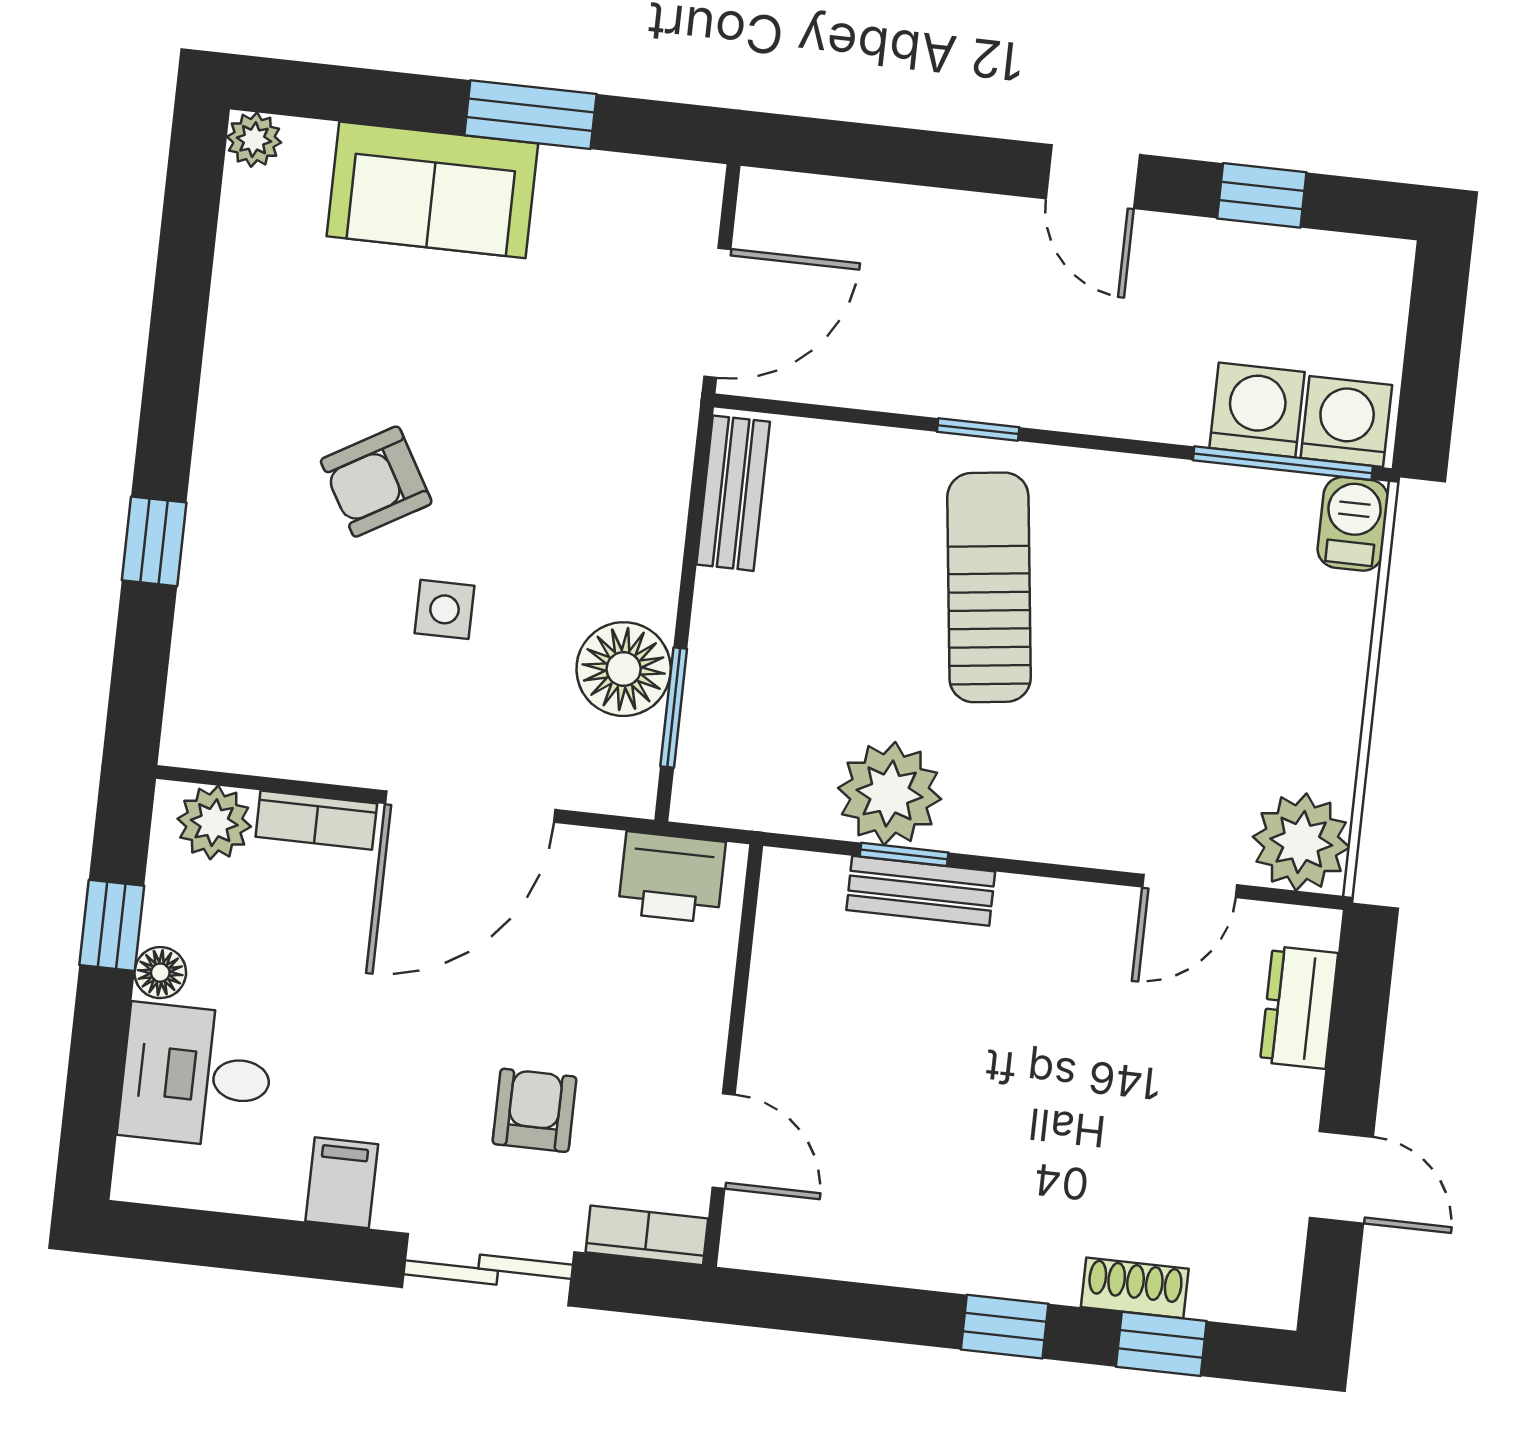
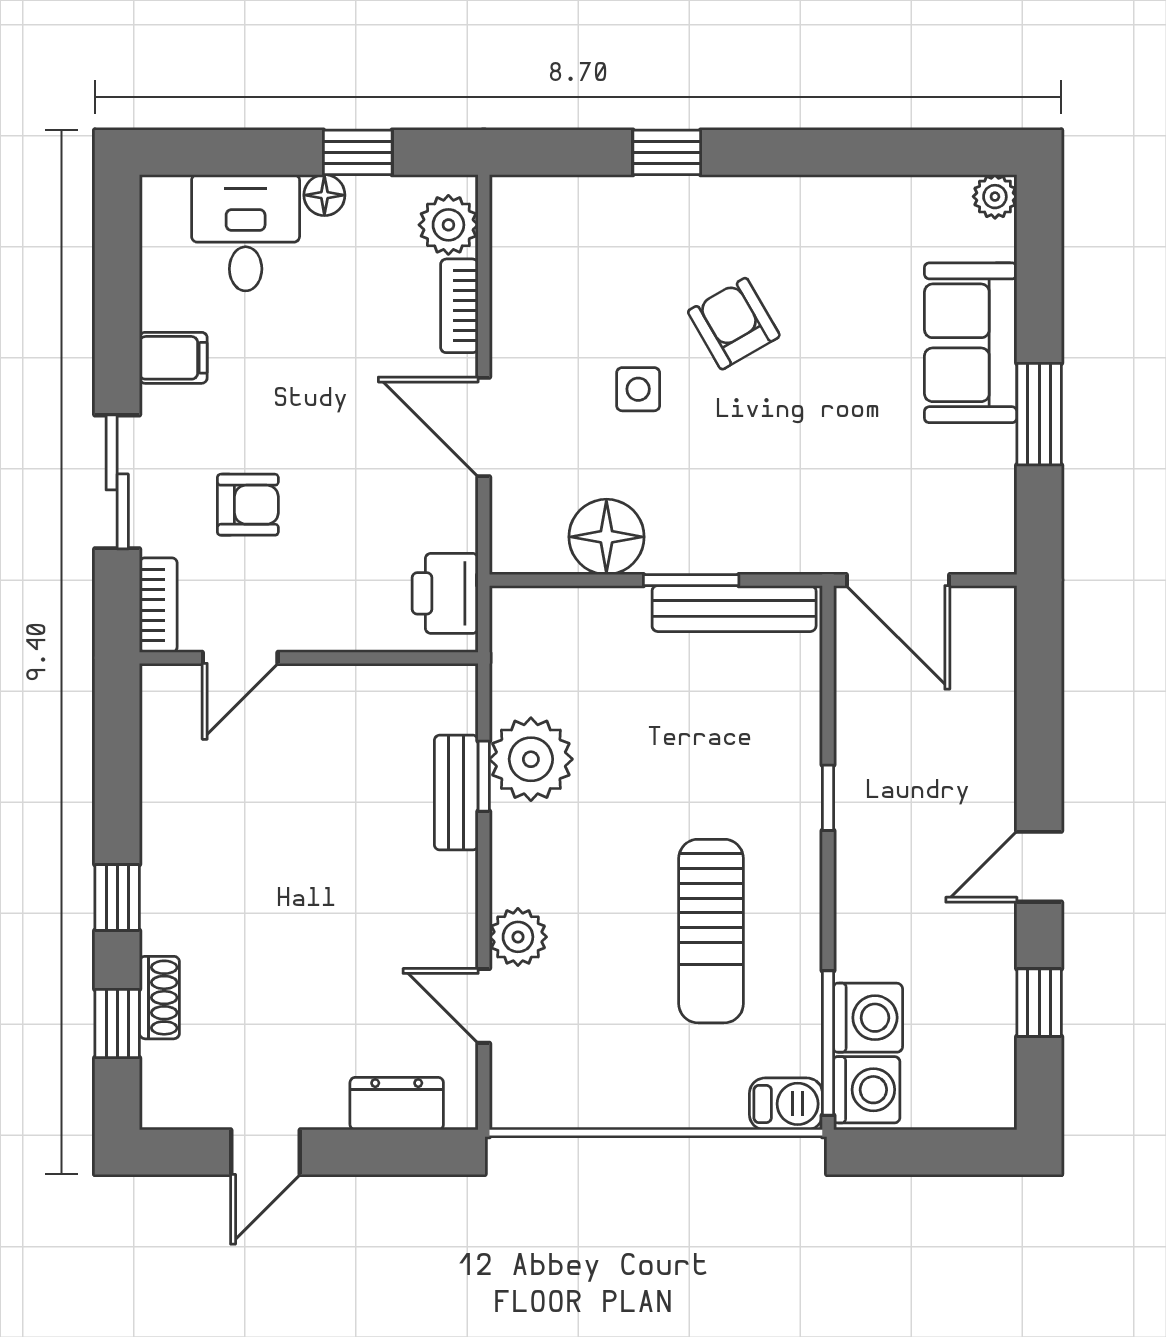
bench: (733, 493) -> (734, 609), width x1.36
sun lounger: (989, 587) -> (711, 931), moved, turned 97
window: (674, 707) -> (691, 580), moved
door: (470, 807) -> (484, 427), width x0.73
plant: (1301, 842) -> (518, 937), moved, width x0.73, depth x0.73

